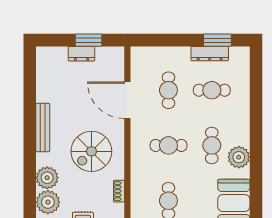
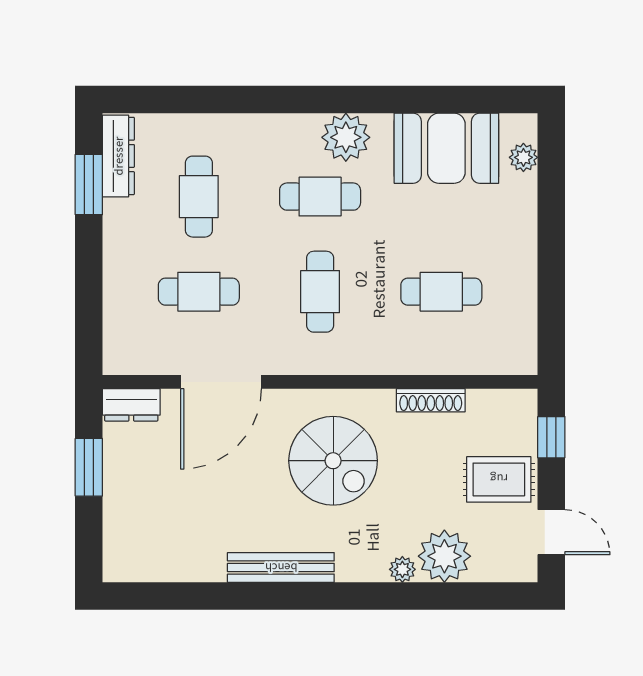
dresser: (81, 54) -> (131, 405), moved, turned 90
dresser: (210, 54) -> (118, 156), moved
plant: (47, 178) -> (402, 569), width x0.53, depth x0.53
shoe rack: (119, 191) -> (431, 400), width x1.43

